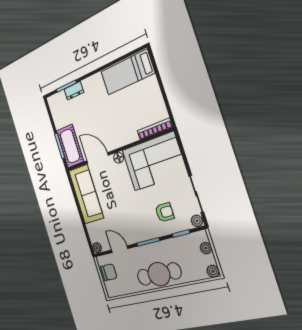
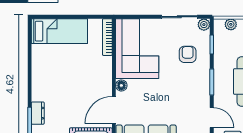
bed: (127, 72) -> (59, 31), moved, turned -90
door: (120, 249) -> (212, 118), swing flipped

